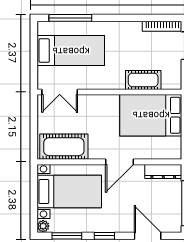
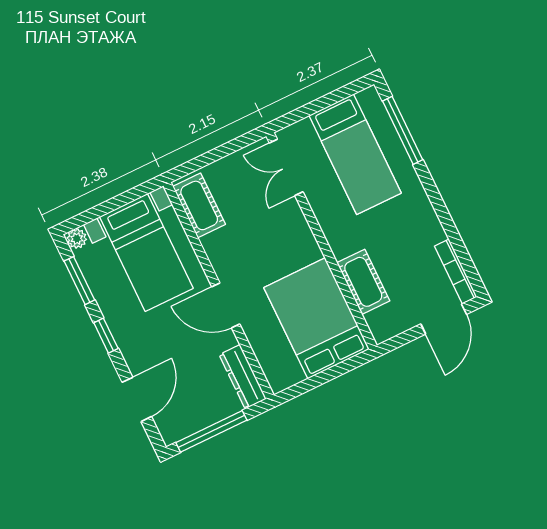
cot: (64, 147) -> (199, 205), width x0.73, depth x0.75

